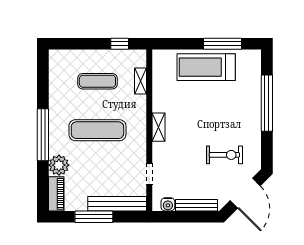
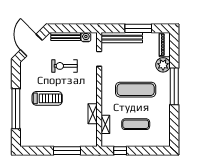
window: (223, 44) -> (67, 151), moved
treadmill: (206, 67) -> (47, 98), moved, width x0.73, depth x0.73
shelving: (158, 127) -> (93, 114), moved
exercise bike: (224, 155) -> (64, 66), moved

